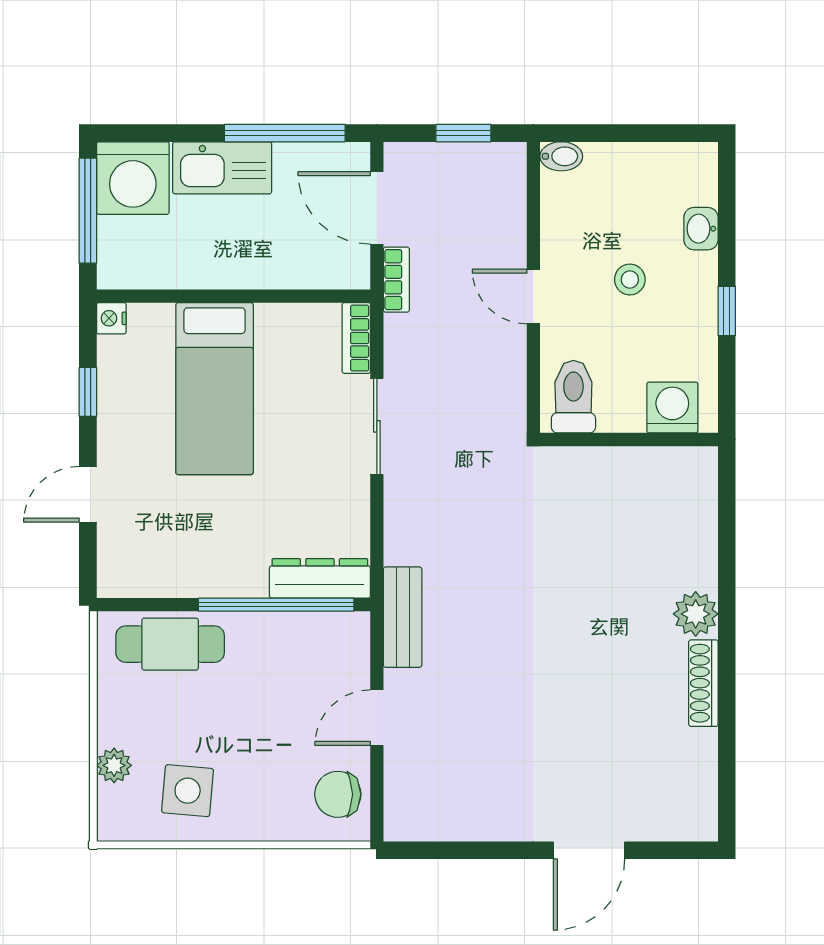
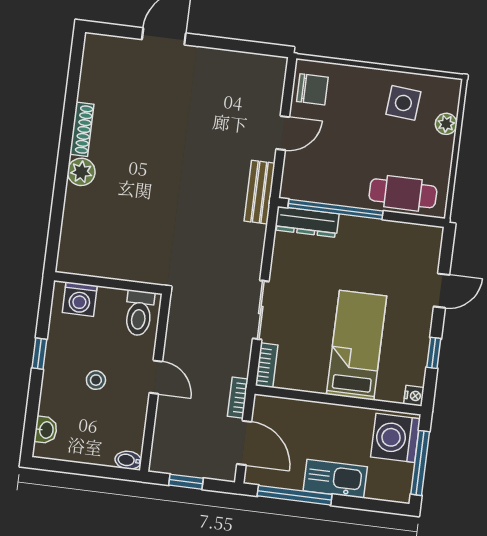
washing machine: (133, 178) -> (395, 438), moved, turned -90
washbasin: (701, 229) -> (46, 430), moved

